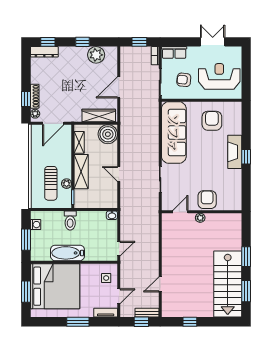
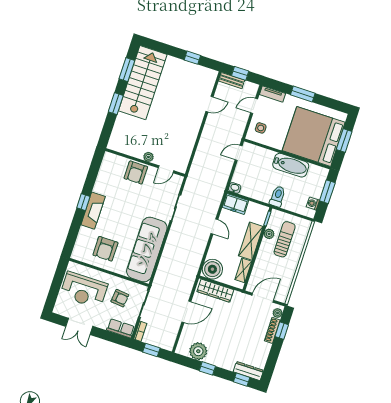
freezer: (106, 201) -> (235, 204), added

